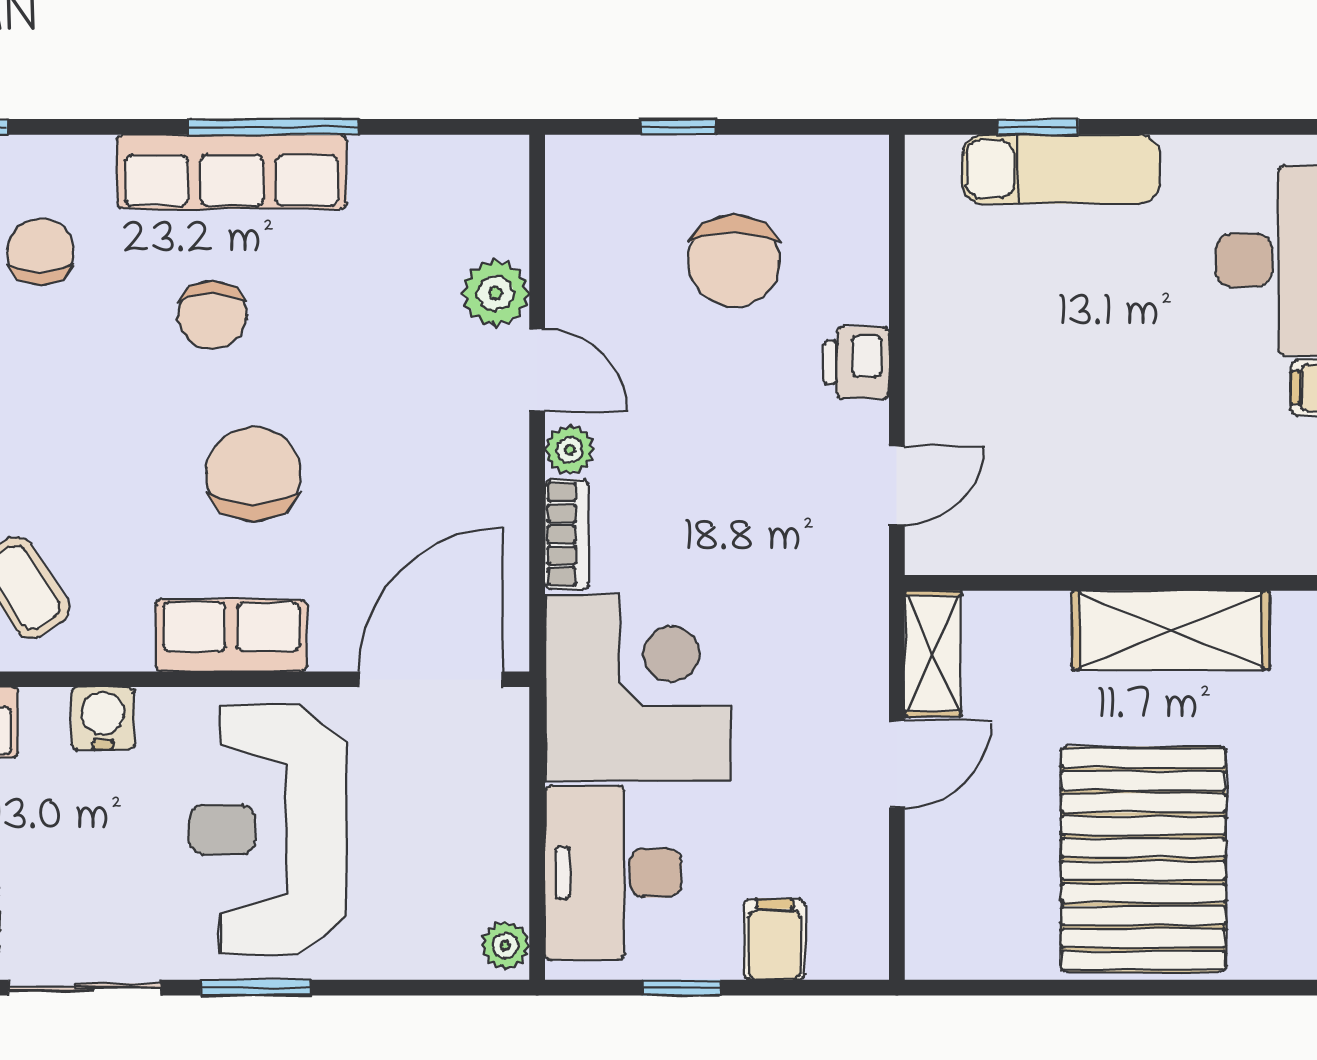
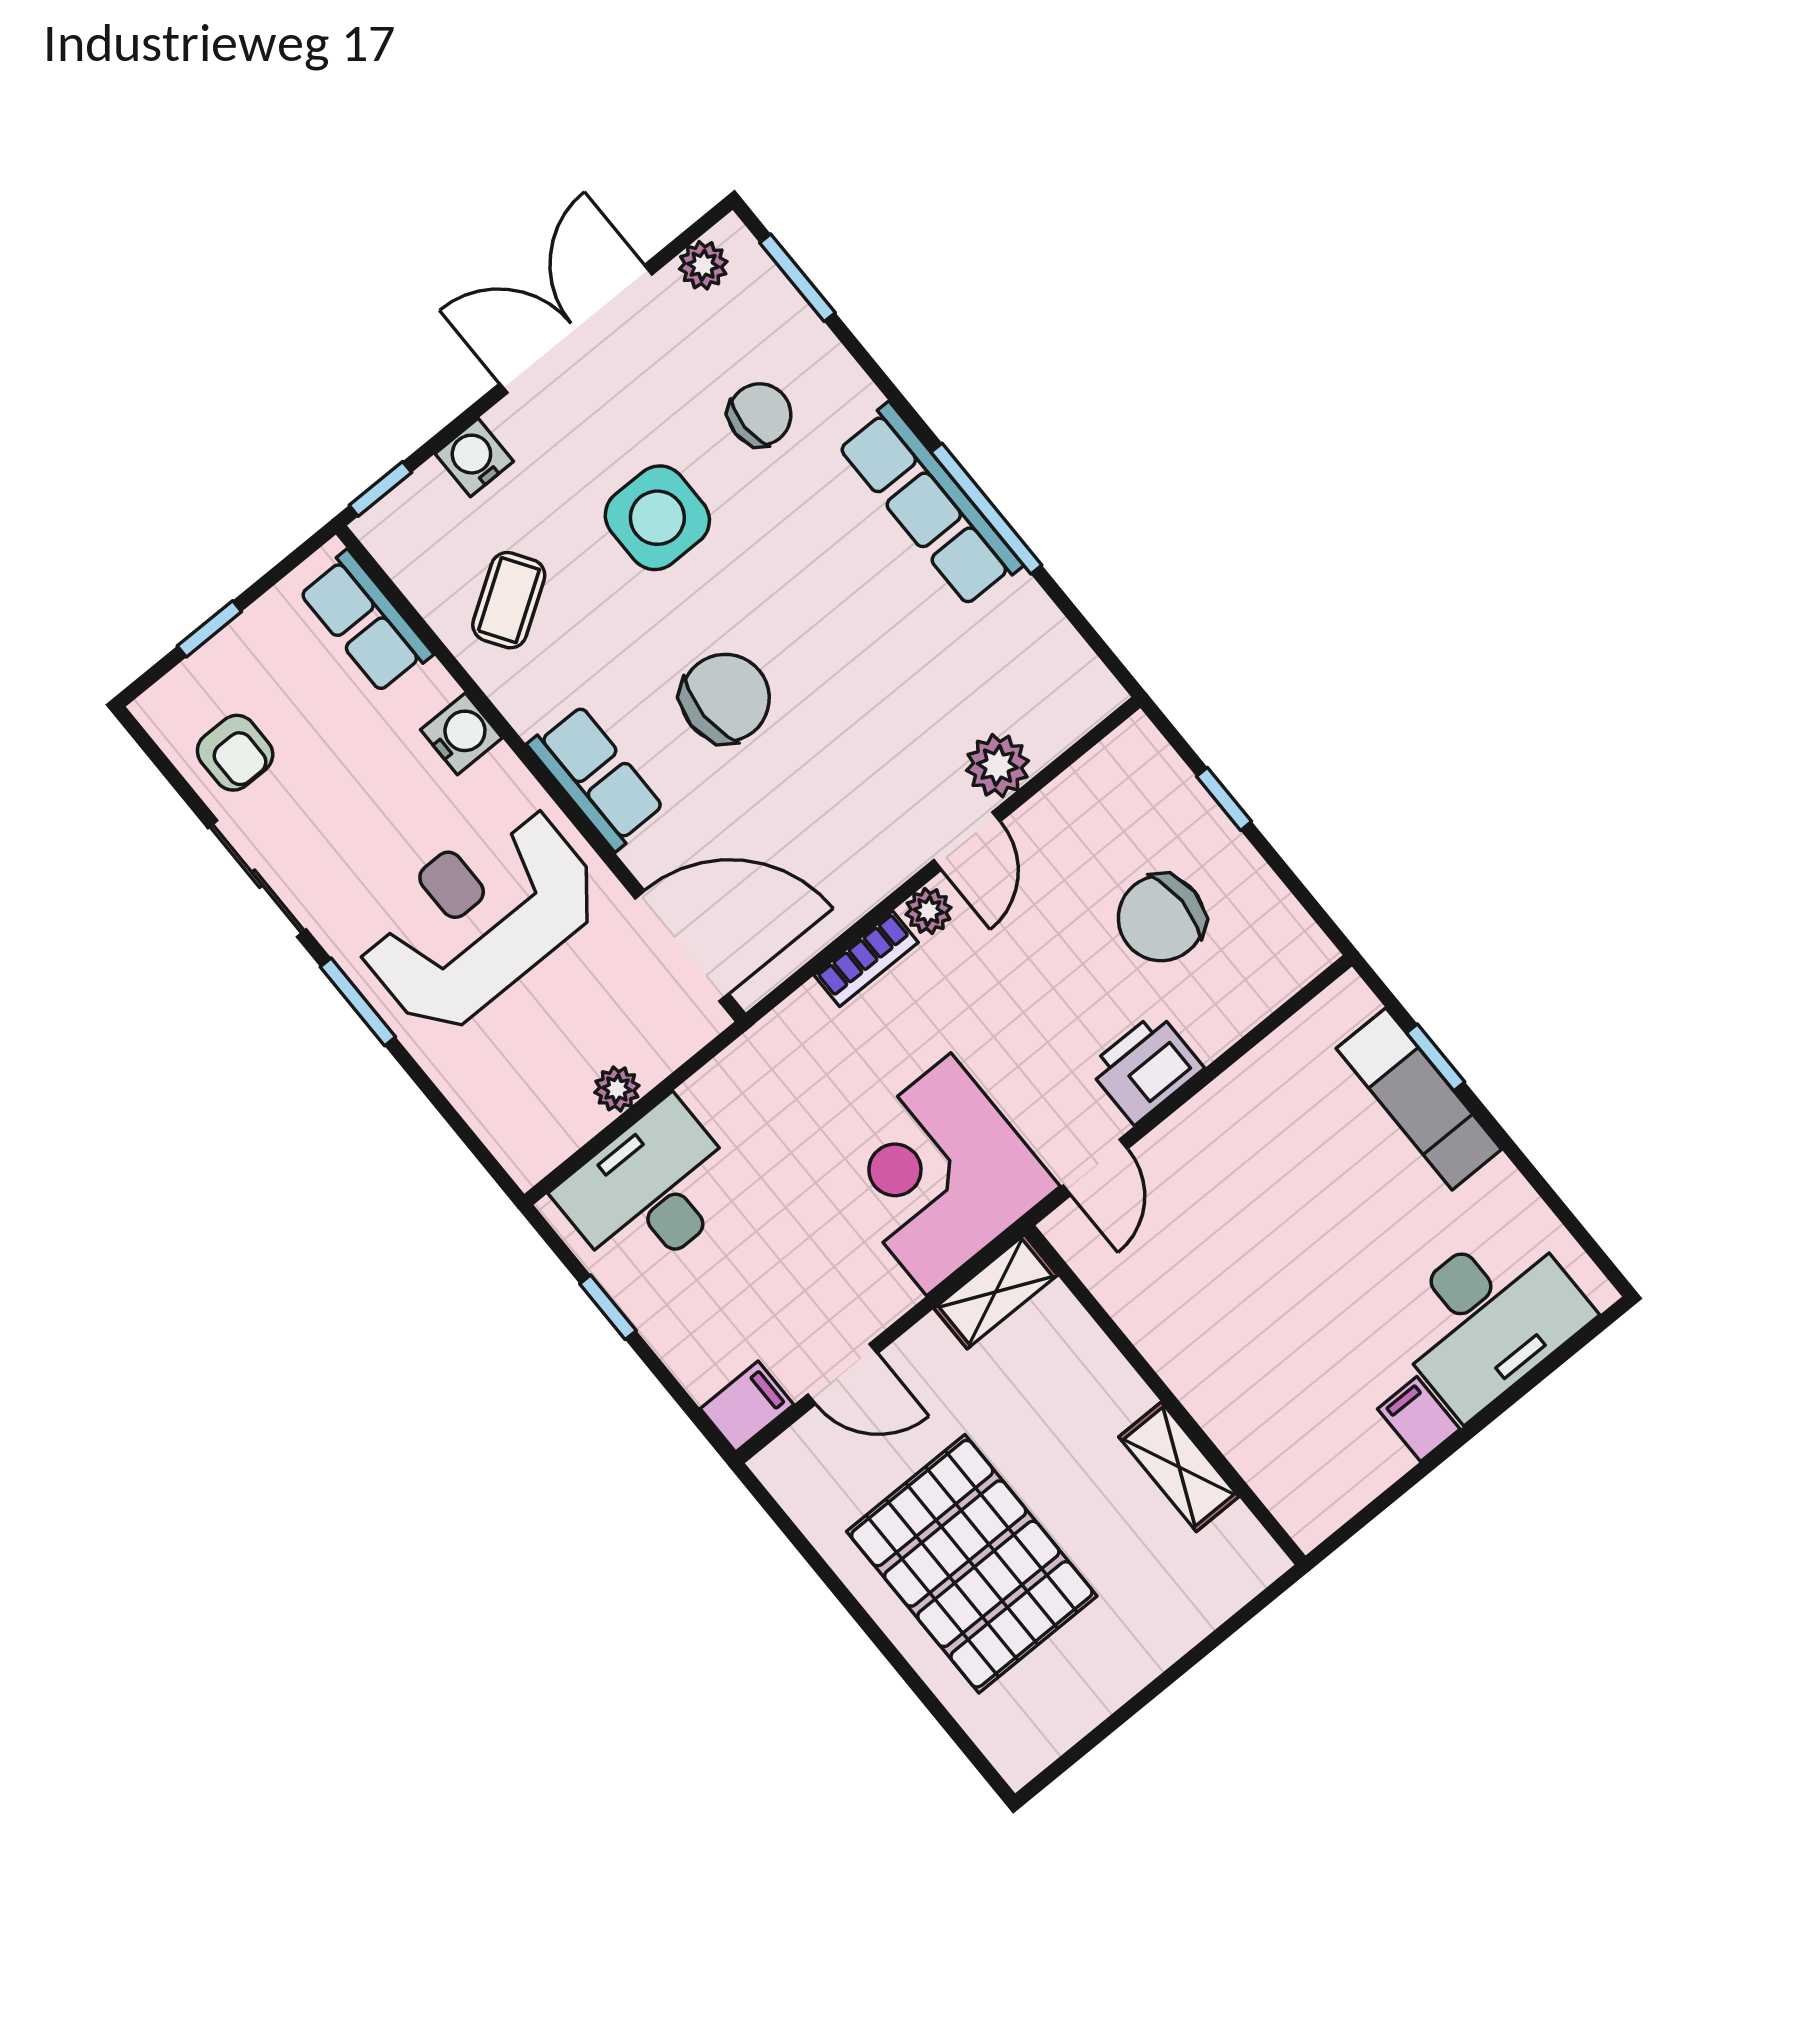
chair: (212, 315) -> (815, 575), removed
printer: (856, 363) -> (1146, 1068), width x1.36, depth x1.24
side table: (57, 407) -> (657, 518), added
door: (897, 486) -> (1095, 1167), hinge flipped
shelving: (1171, 630) -> (1179, 1467), width x0.67, depth x0.75
corner desk: (638, 687) -> (939, 1174), moved, turned 180
door: (897, 764) -> (843, 1374), moved
pallet: (1143, 859) -> (972, 1564), turned 90
filing cabinet: (774, 939) -> (747, 1407), moved
plant: (505, 945) -> (617, 1089), moved

